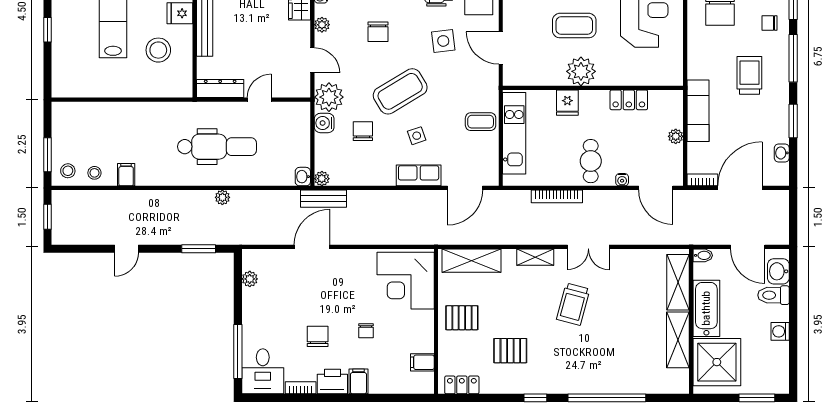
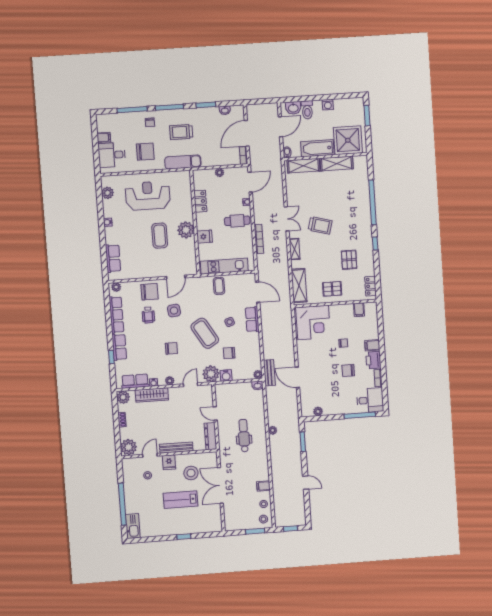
double door: (133, 100) -> (220, 485), added
exam couch: (698, 111) -> (183, 162), moved
dental chair: (217, 147) -> (244, 436), width x0.73, depth x0.72
door: (740, 188) -> (247, 133), hinge flipped
pallet: (462, 318) -> (332, 289), turned 90

